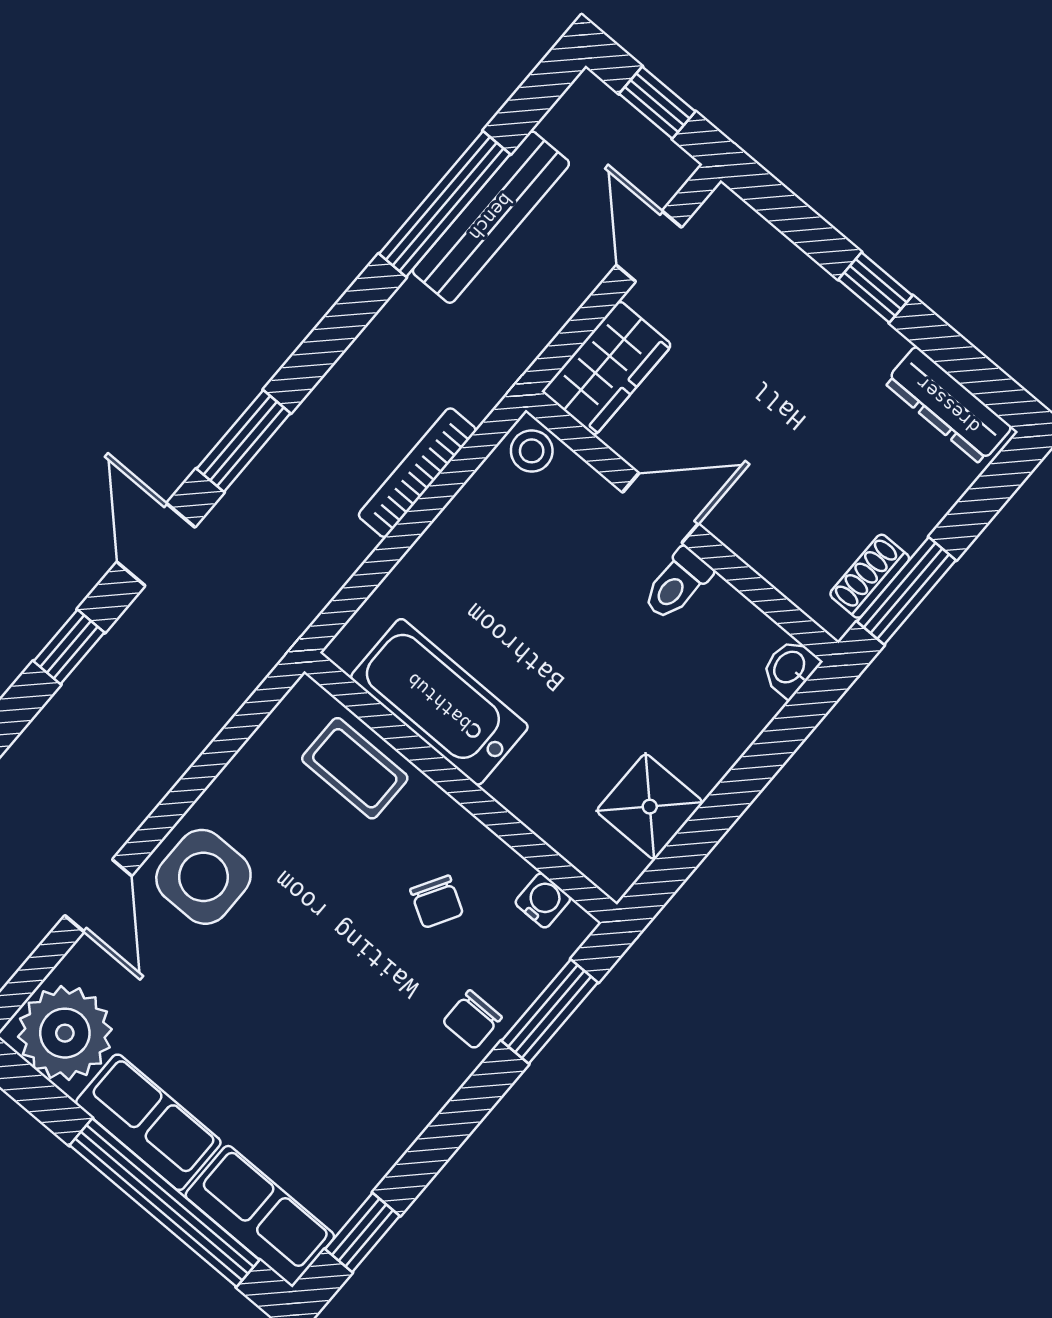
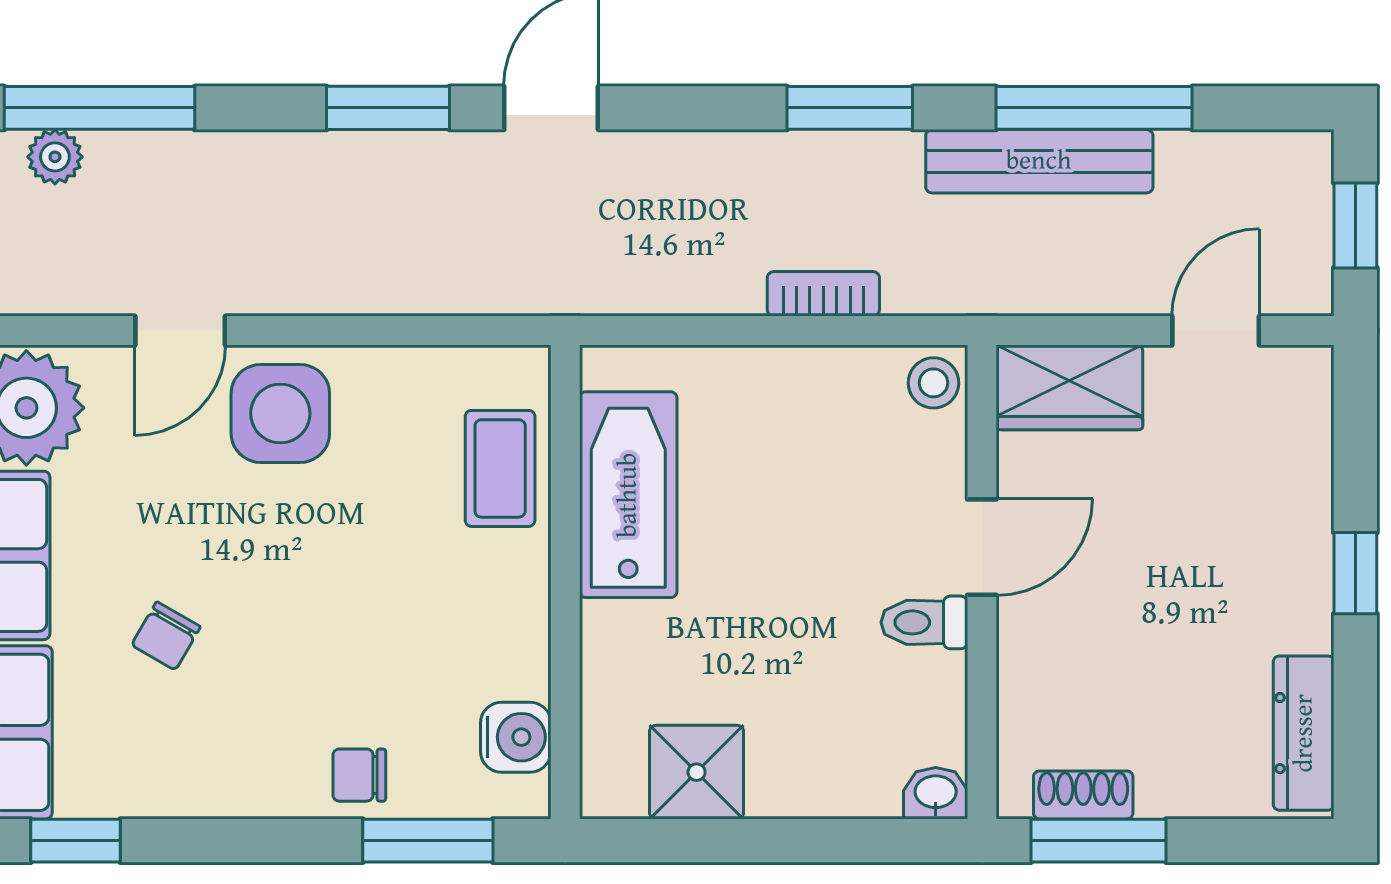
bench: (491, 217) -> (1039, 161), moved
window: (244, 441) -> (850, 108), moved
bookcase: (417, 473) -> (823, 294), width x0.64
door: (660, 508) -> (982, 547), hinge flipped
window: (69, 647) -> (388, 108), width x1.50
water cooler: (543, 900) -> (516, 737), width x1.38, depth x1.38
chair: (437, 902) -> (166, 636), moved

